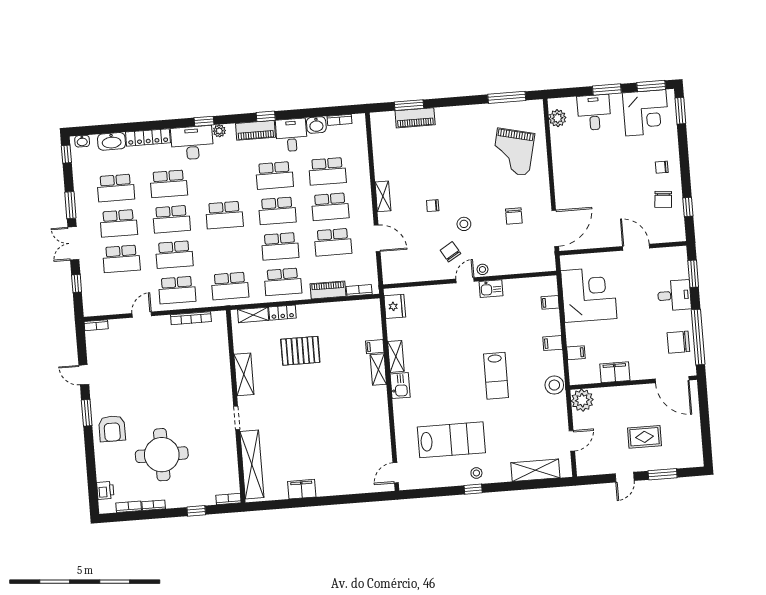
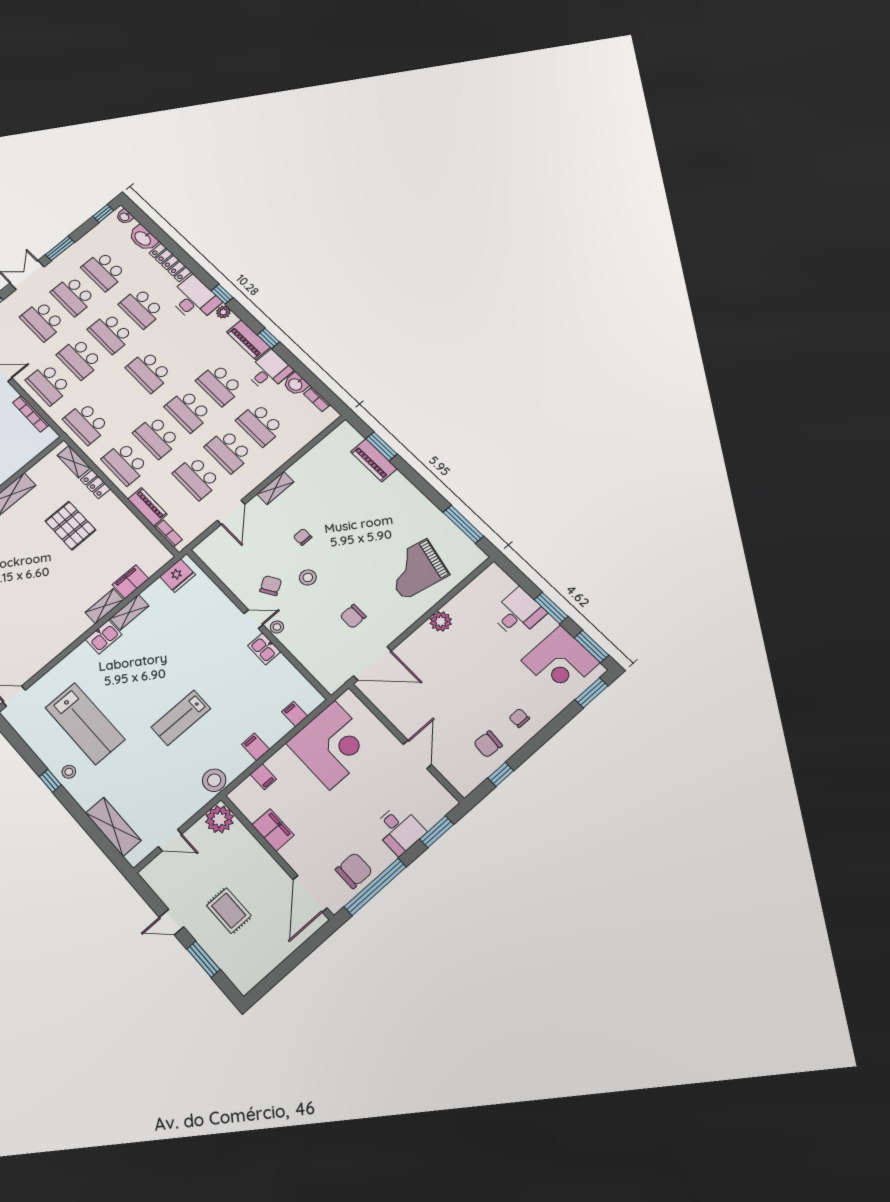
plant: (557, 118) -> (441, 621), moved
chair: (678, 342) -> (354, 870), turned 90
filing cabinet: (375, 347) -> (130, 582), width x2.00

